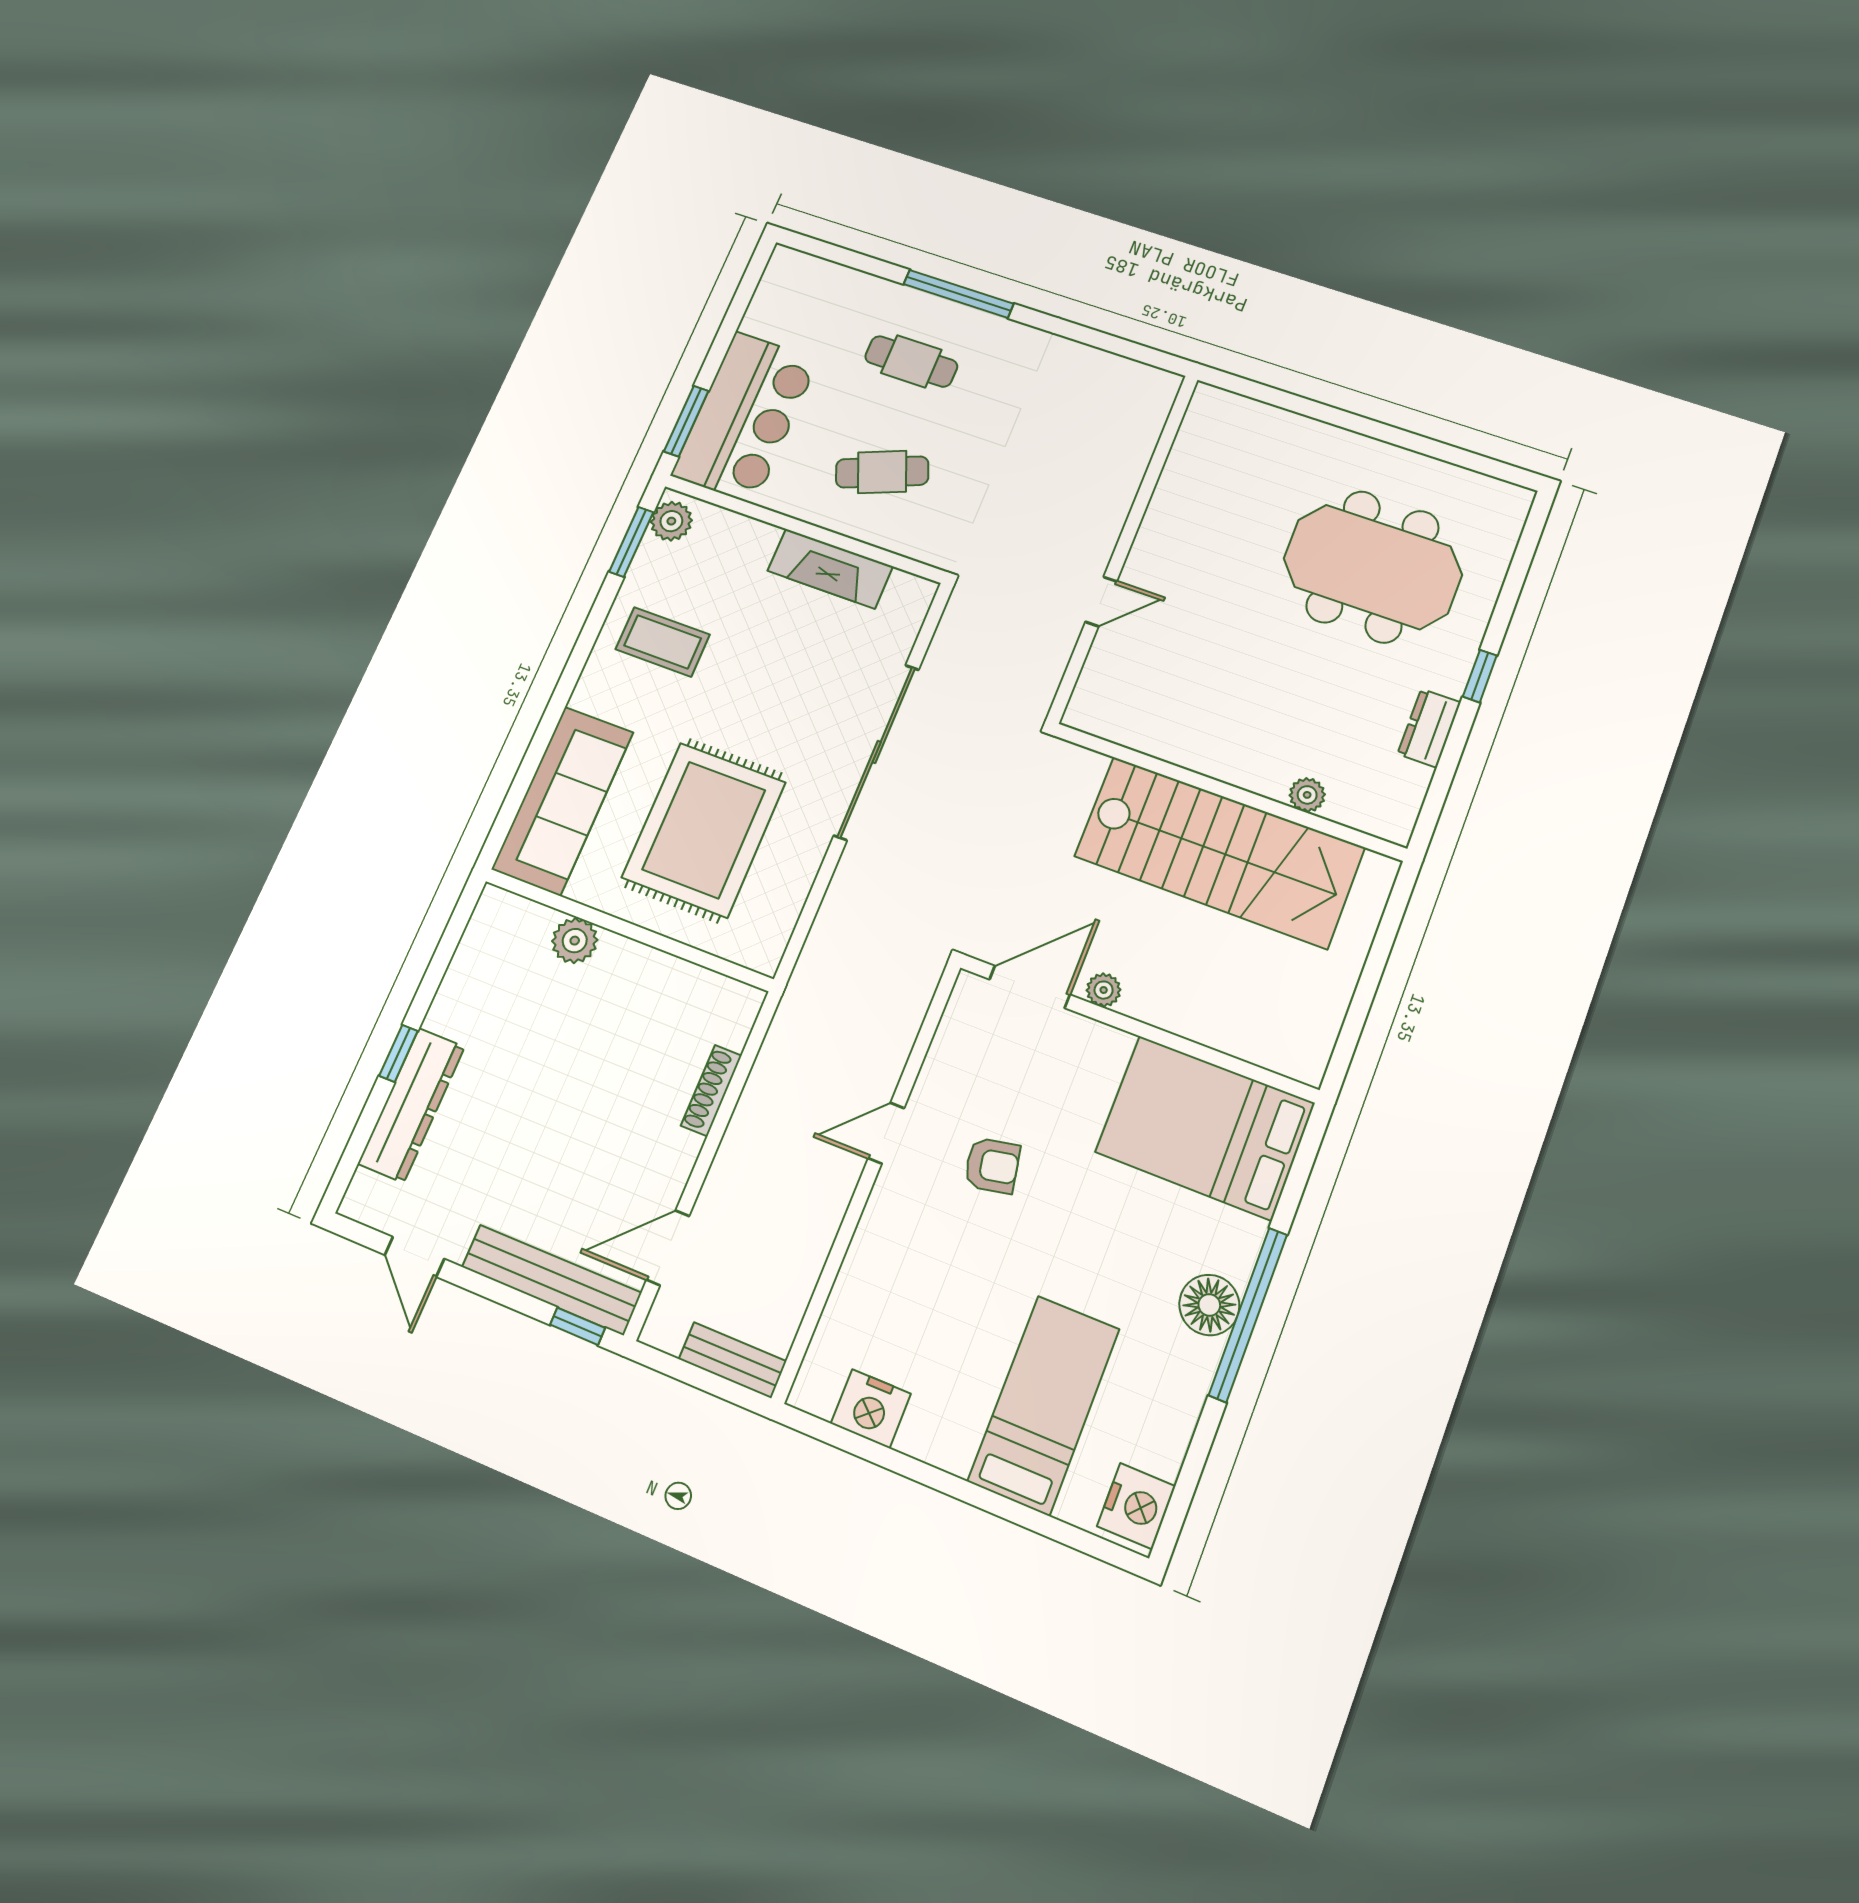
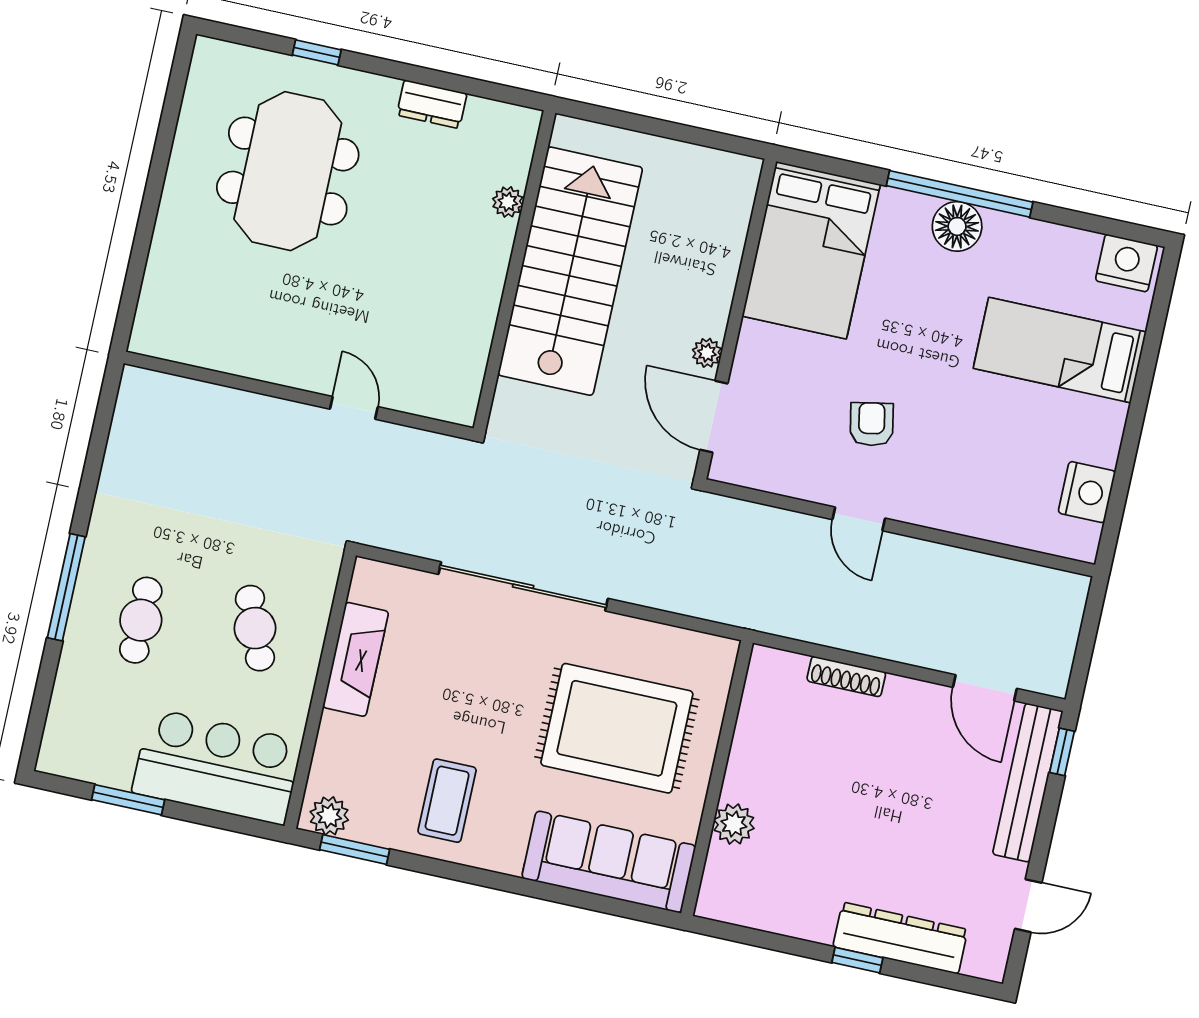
window: (686, 421) -> (128, 800), moved
window: (1480, 676) -> (317, 52), moved
bench: (733, 1360) -> (1068, 615), removed

